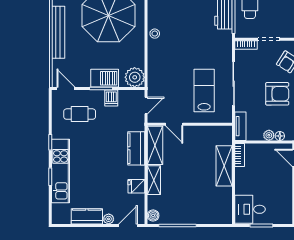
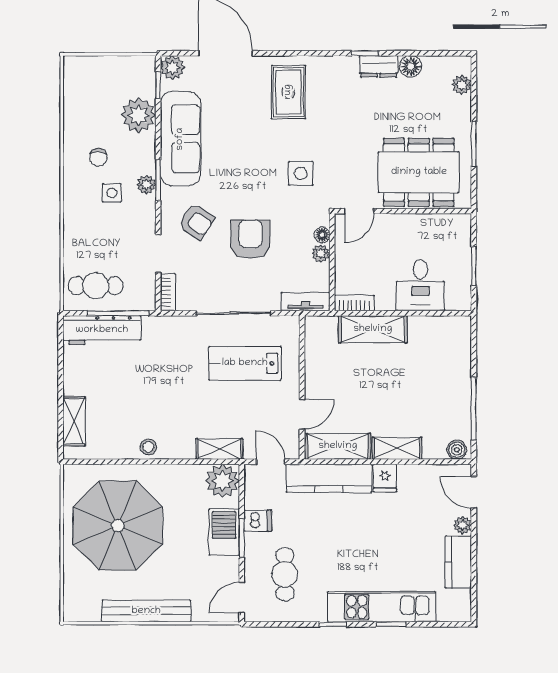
shelving: (154, 75) -> (219, 449), added
kitchen counter: (136, 148) -> (329, 478), width x1.50
fridge: (136, 186) -> (385, 478), moved
desk: (250, 209) -> (420, 285), moved

